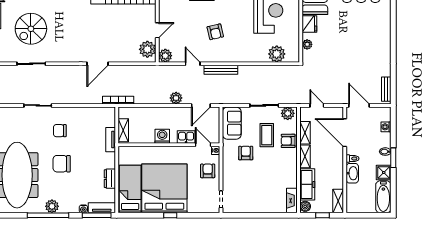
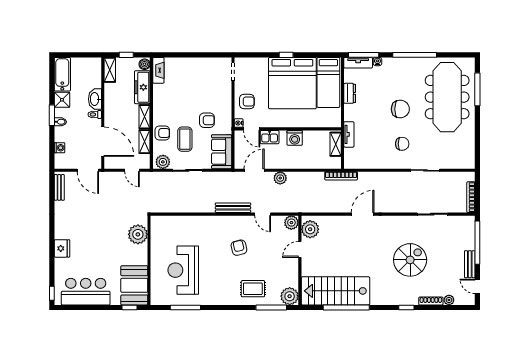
fridge: (309, 24) -> (62, 248), moved, turned 180
spiral stairs: (31, 29) -> (410, 260), moved
plant: (307, 44) -> (138, 234), width x1.88, depth x1.88
plant: (277, 54) -> (174, 224), removed
armchair: (246, 153) -> (207, 120), turned -90
armchair: (208, 171) -> (247, 102), turned -90
plant: (52, 206) -> (411, 64), removed

